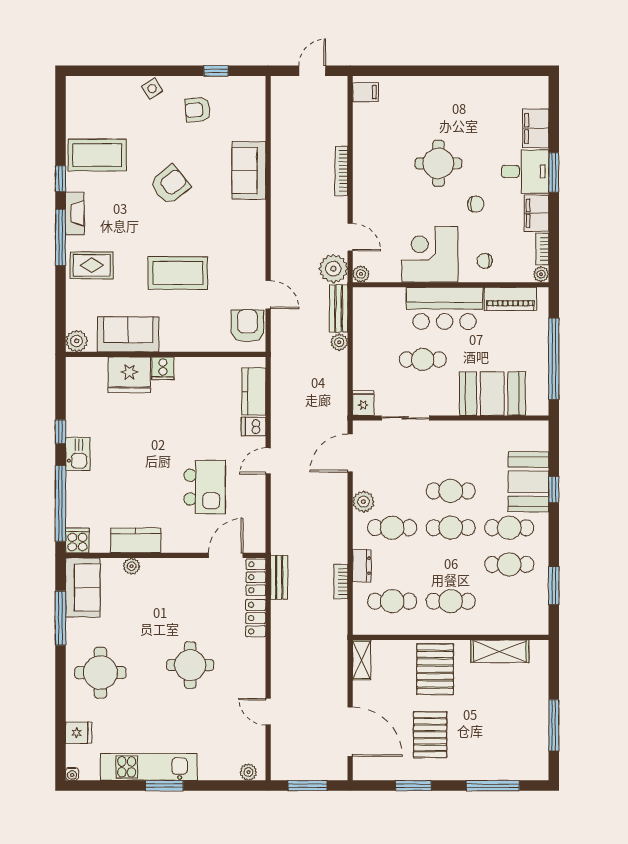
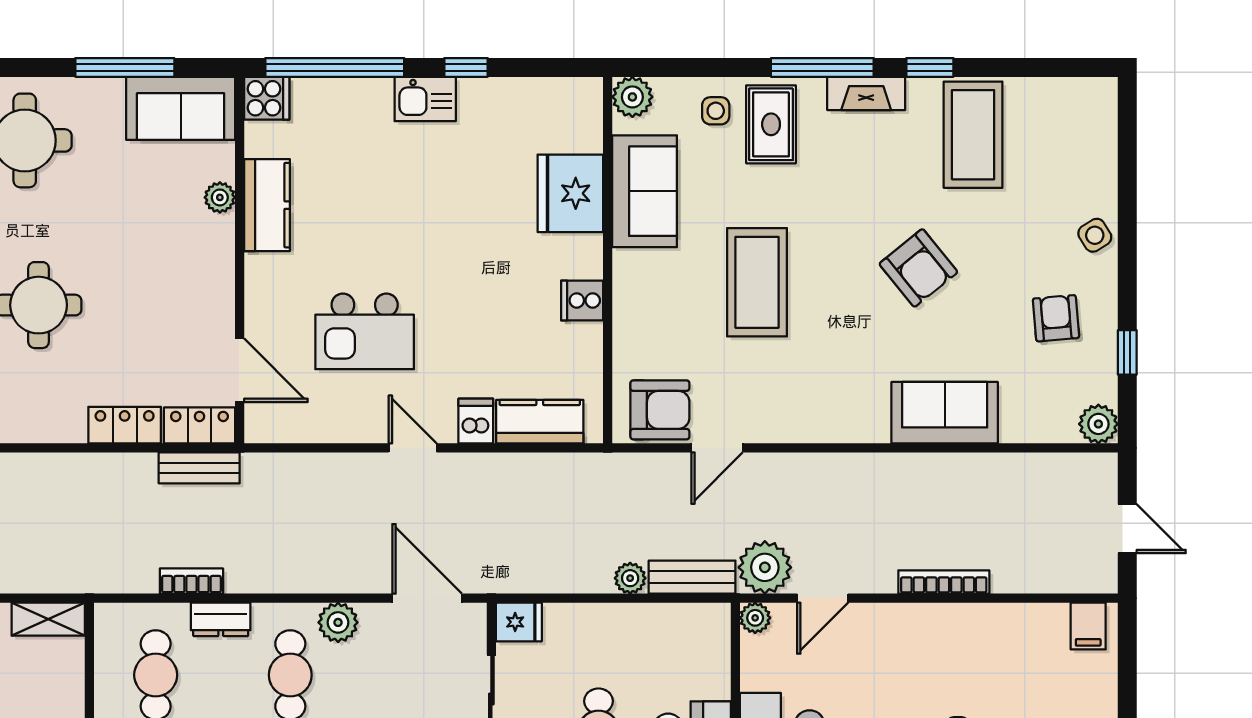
plant: (255, 87) -> (1098, 424), added
side table: (84, 295) -> (716, 111), added
cooker: (163, 368) -> (582, 300), moved

